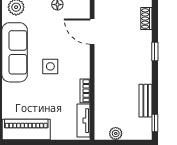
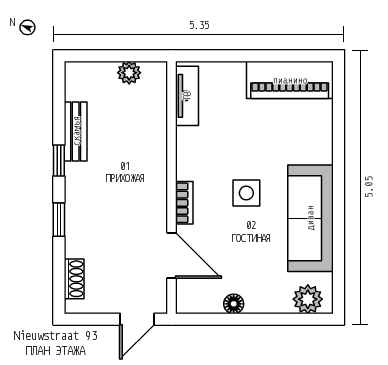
bookcase: (85, 91) -> (184, 203), moved
window: (155, 123) -> (59, 161), moved

